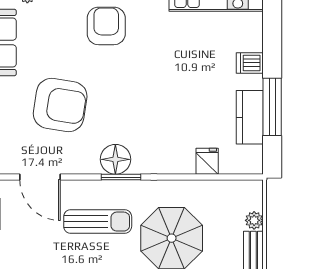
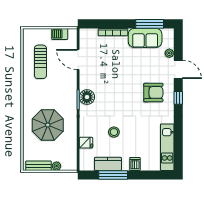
armchair: (60, 105) -> (114, 70), removed
stool: (186, 105) -> (114, 132), added
door: (40, 177) -> (78, 59), hinge flipped
sun lounger: (98, 222) -> (40, 62), moved

